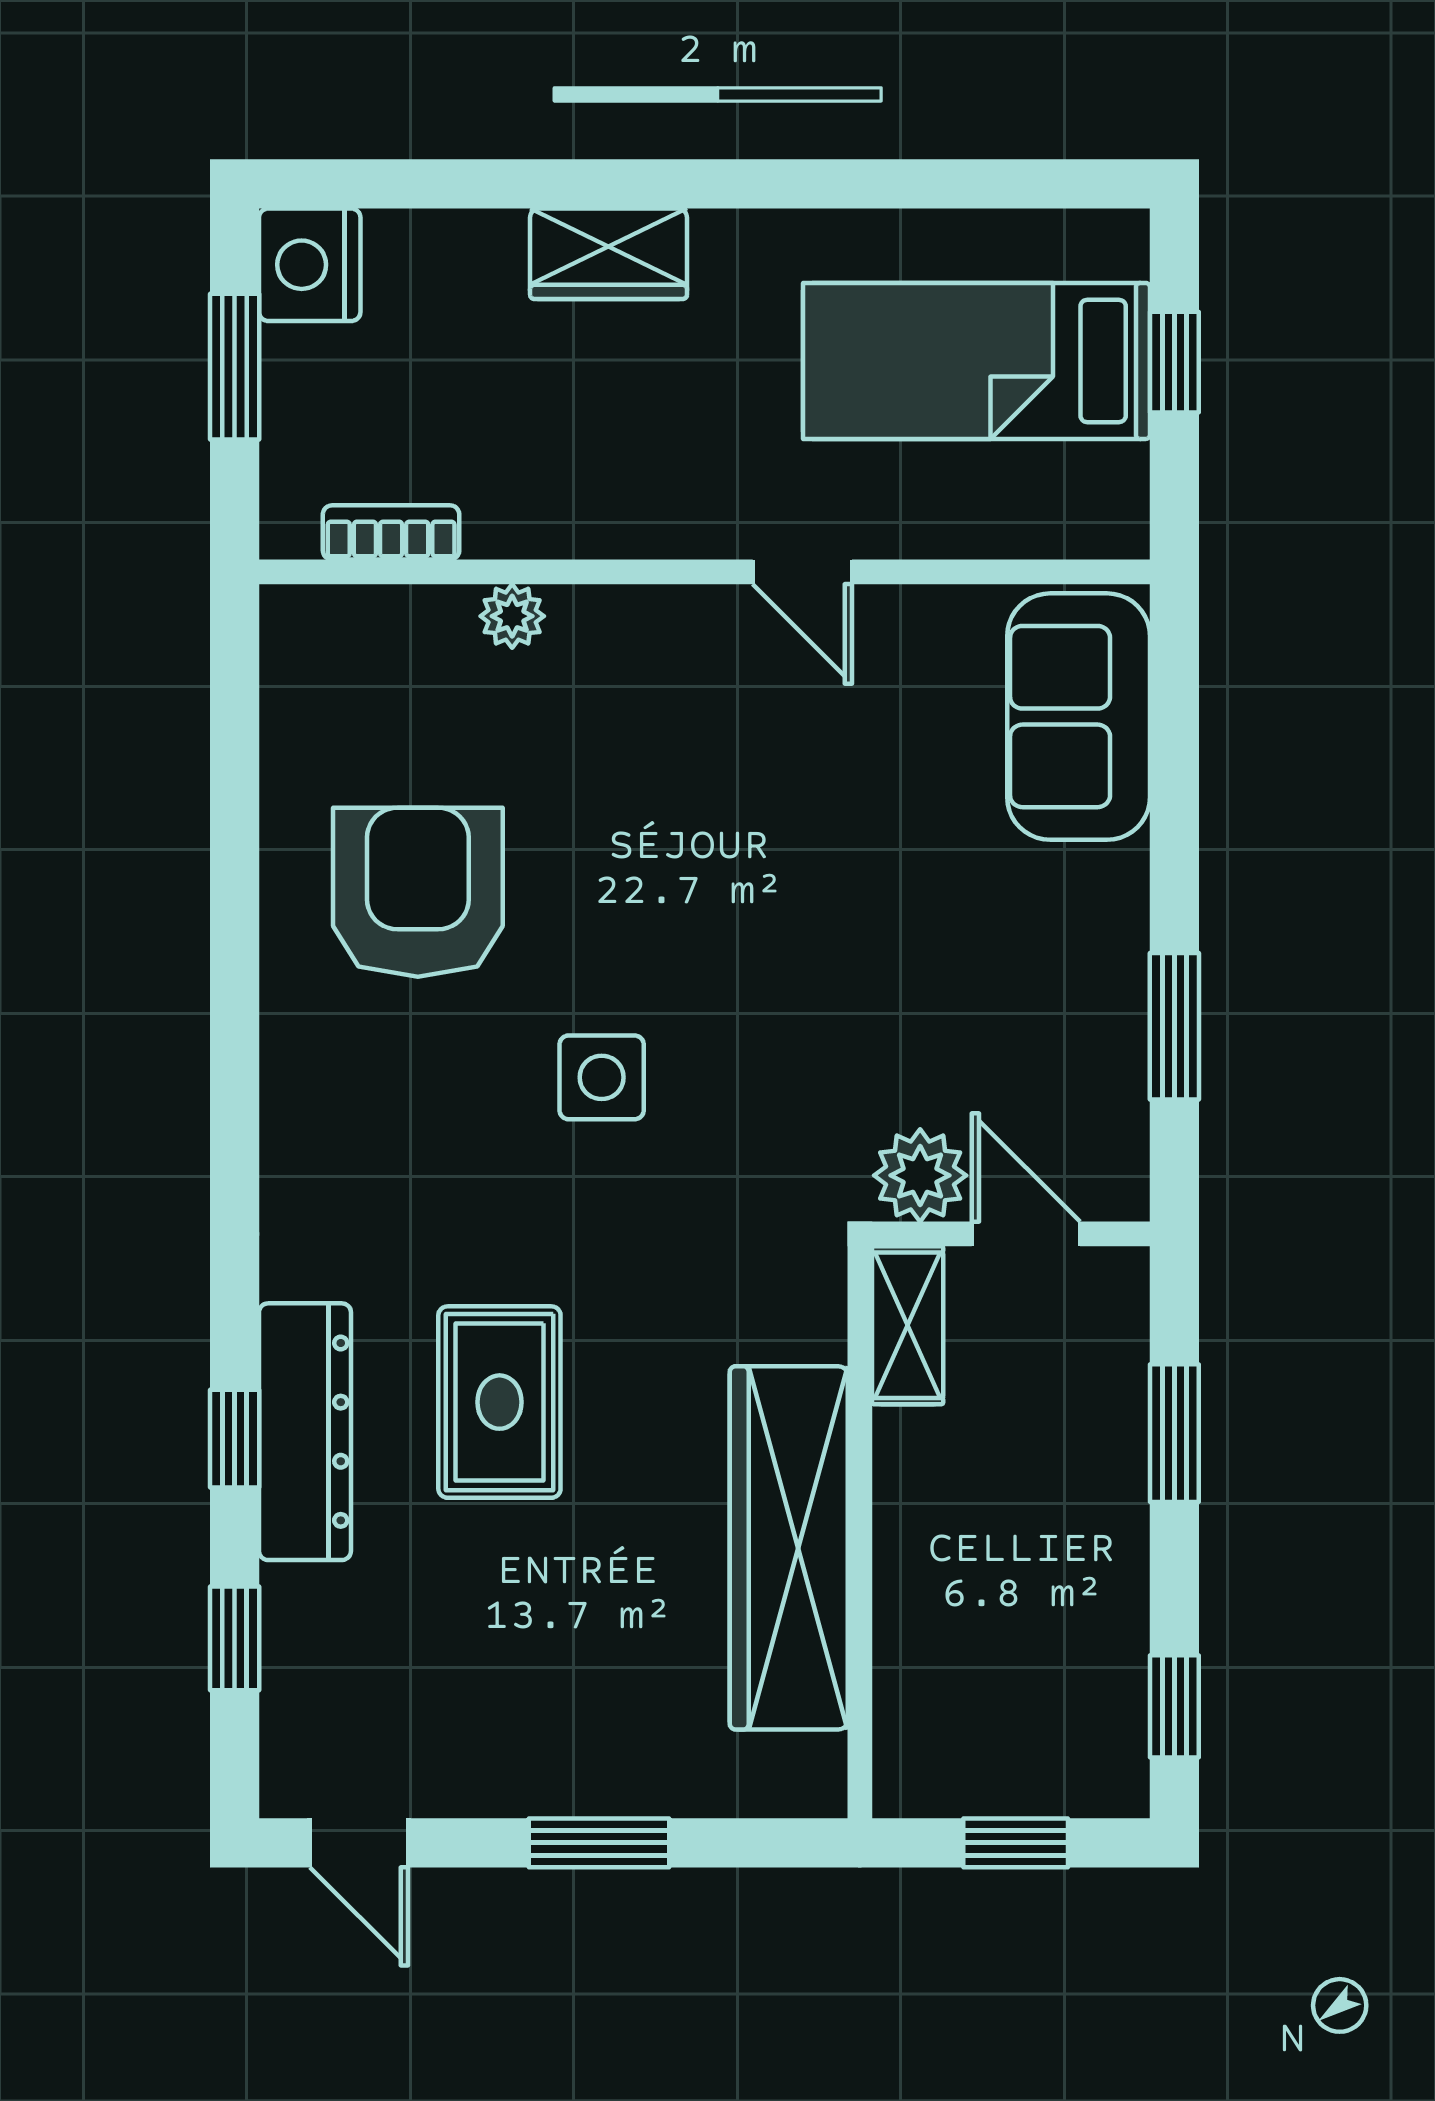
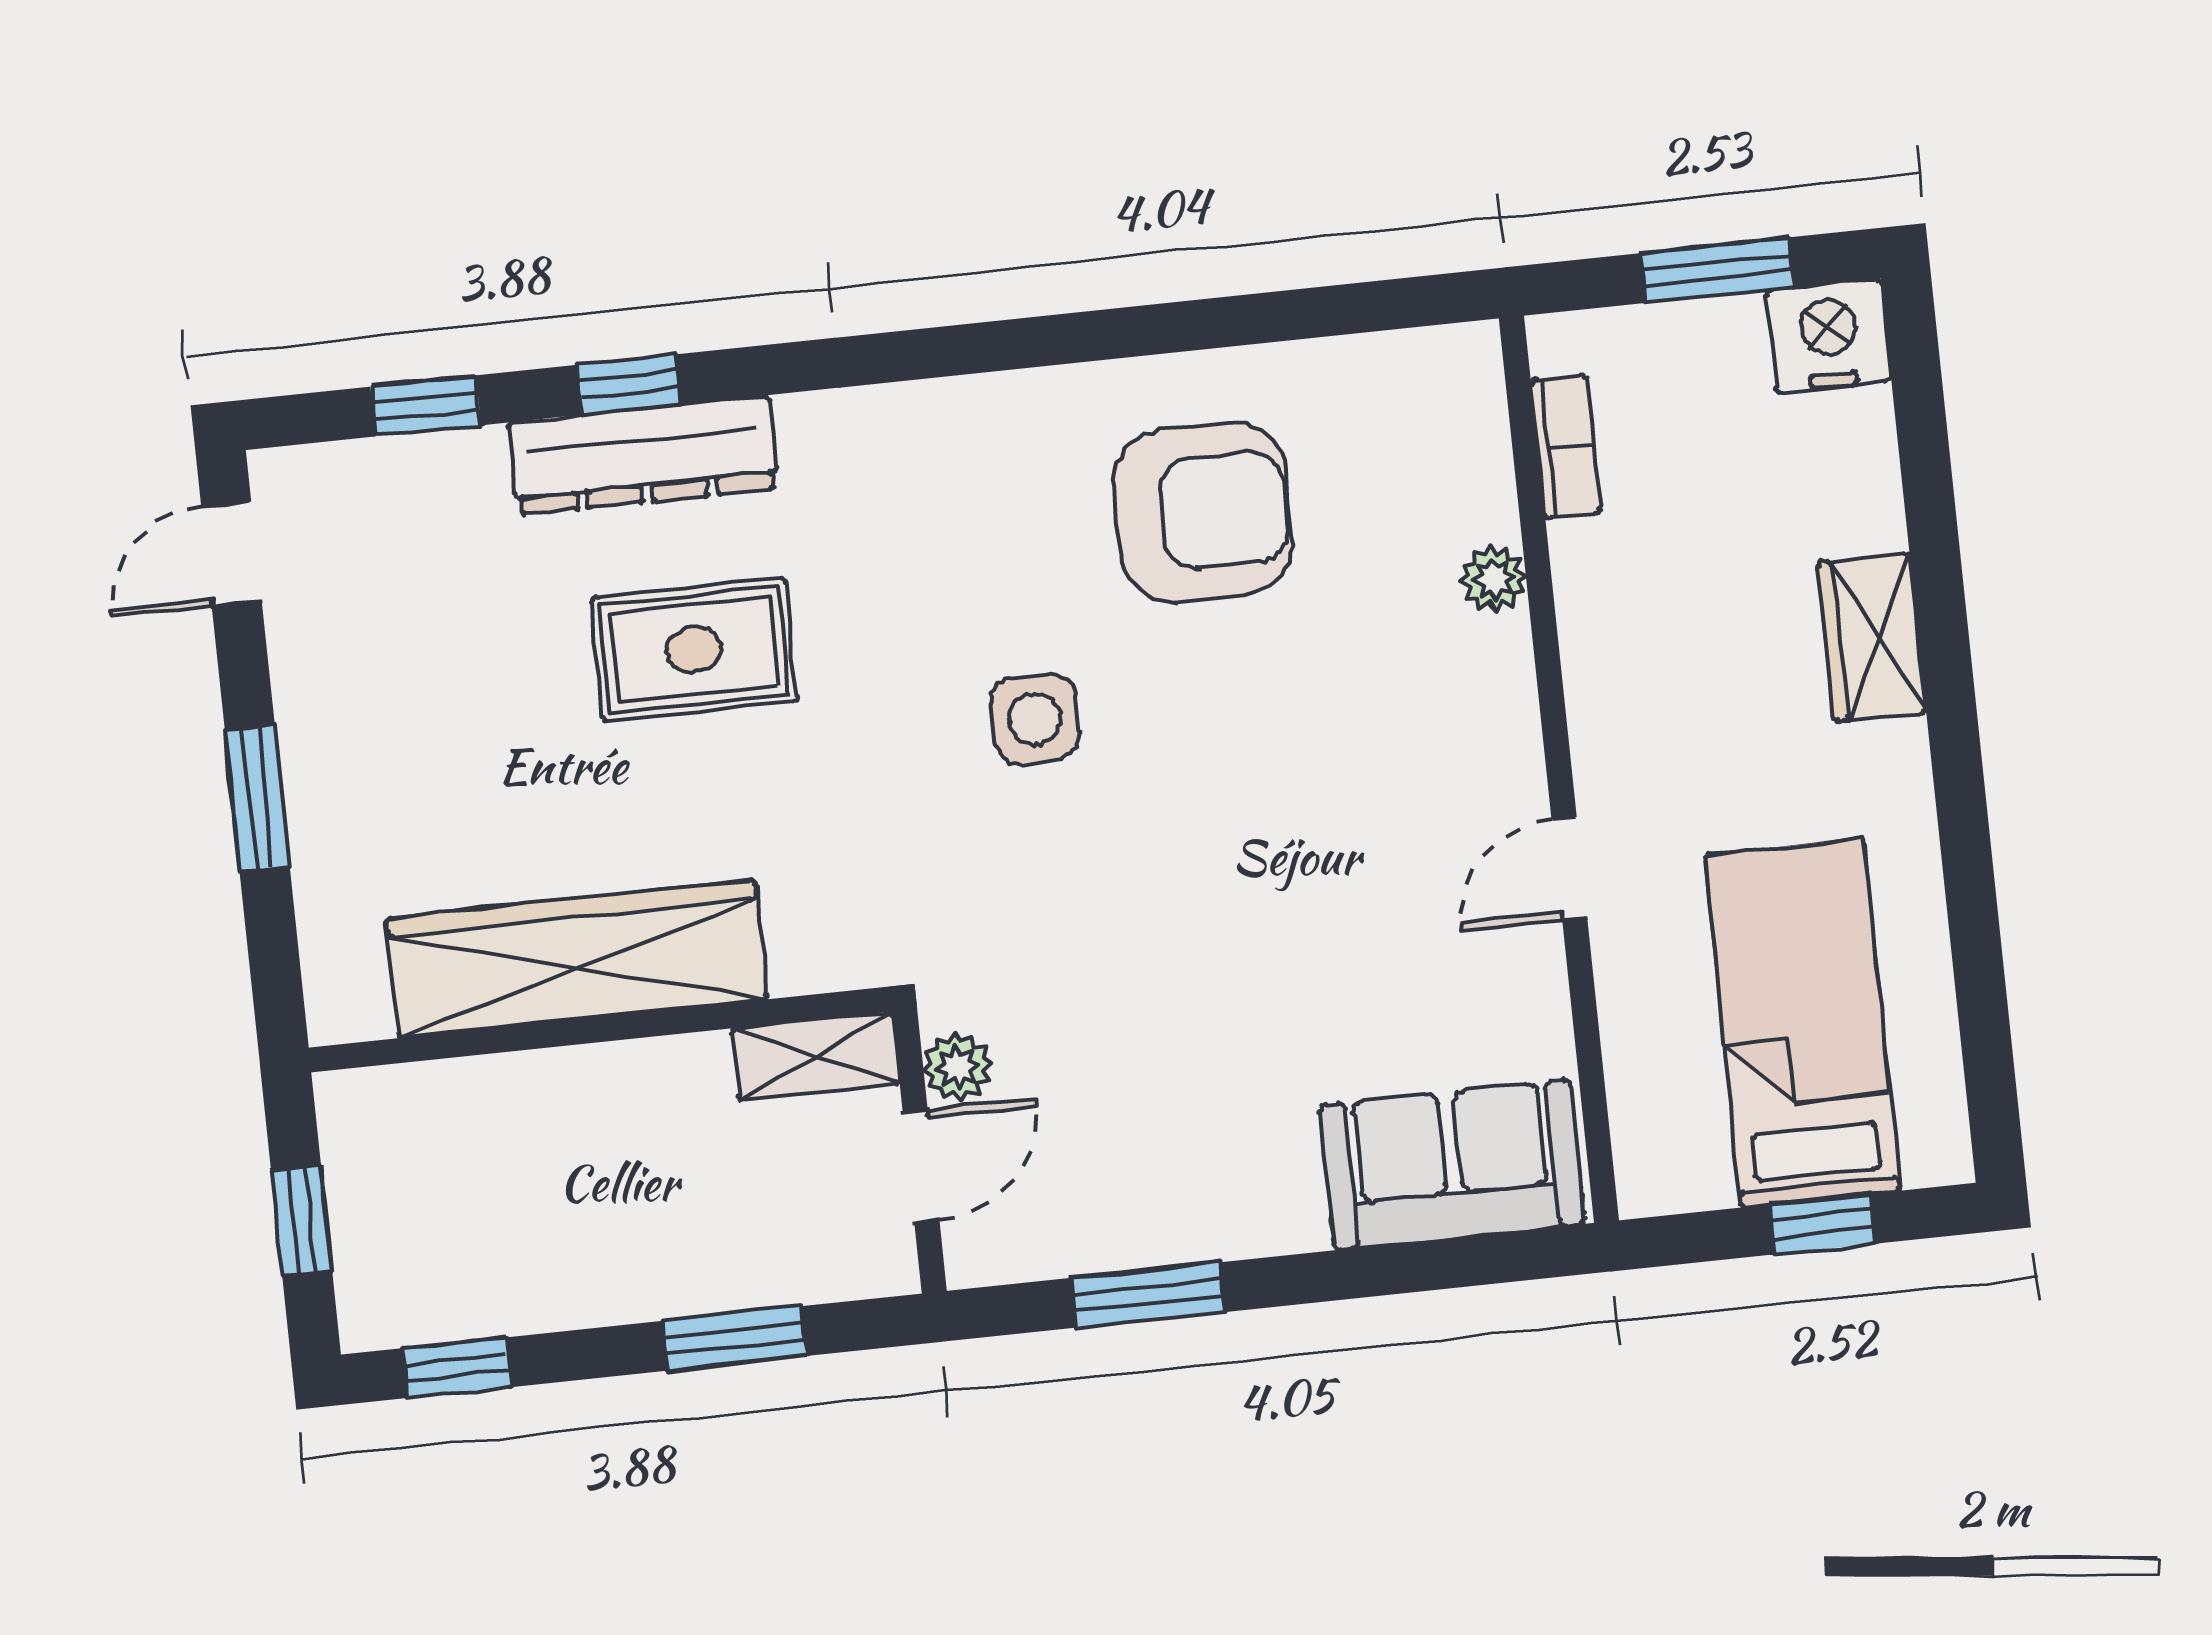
plant: (920, 1175) -> (958, 1067), width x0.73, depth x0.73

